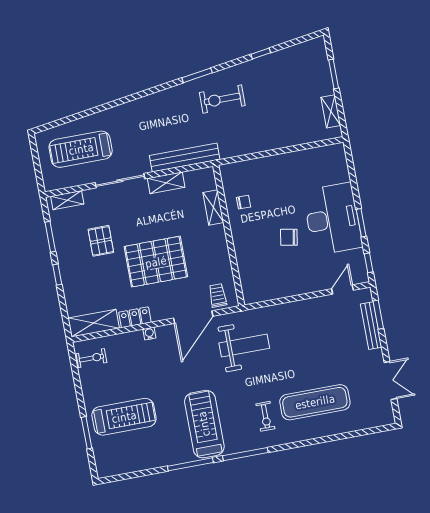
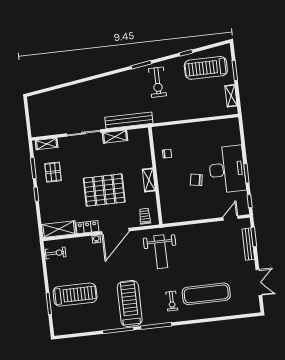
exercise bike: (222, 99) -> (157, 82), turned -90
treadmill: (81, 149) -> (206, 68), moved
shelving: (213, 208) -> (149, 180), moved
pallet: (101, 241) -> (53, 172), moved
door: (193, 317) -> (115, 231), moved
weight bench: (244, 346) -> (161, 252), turned 90

